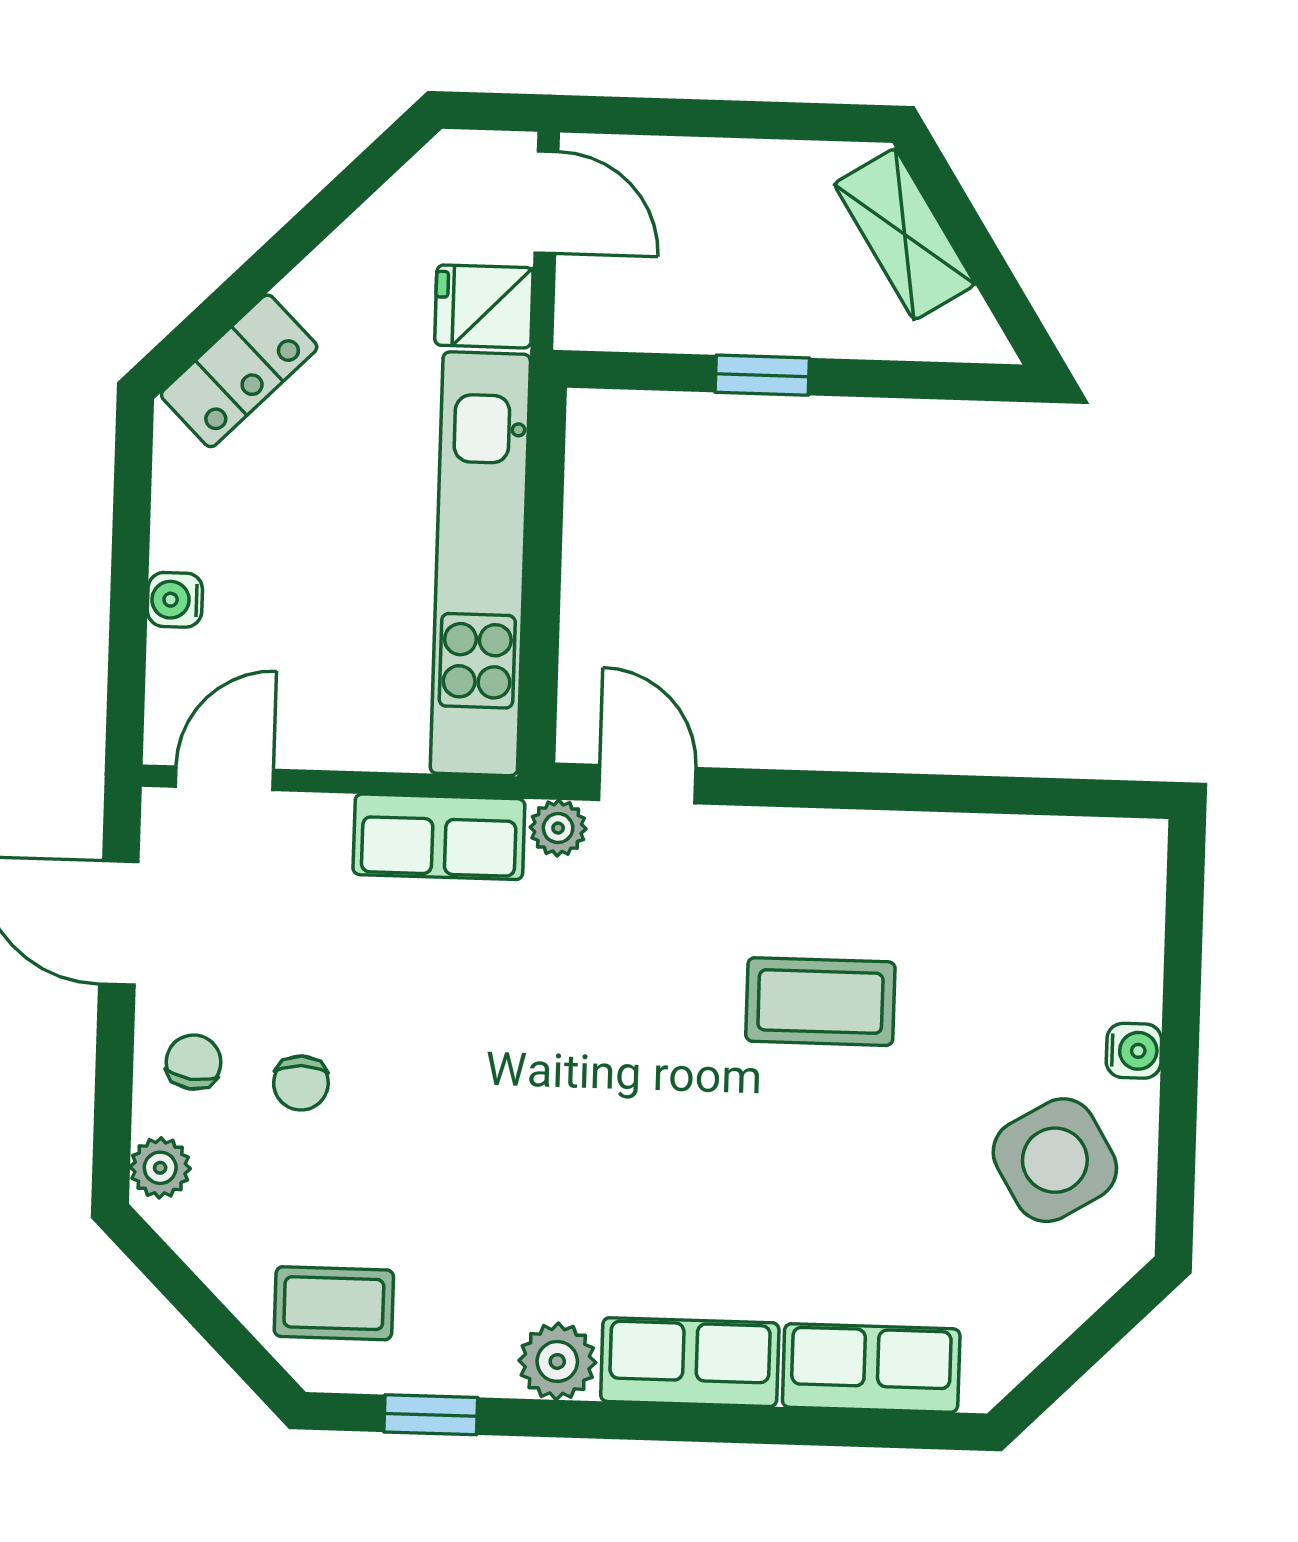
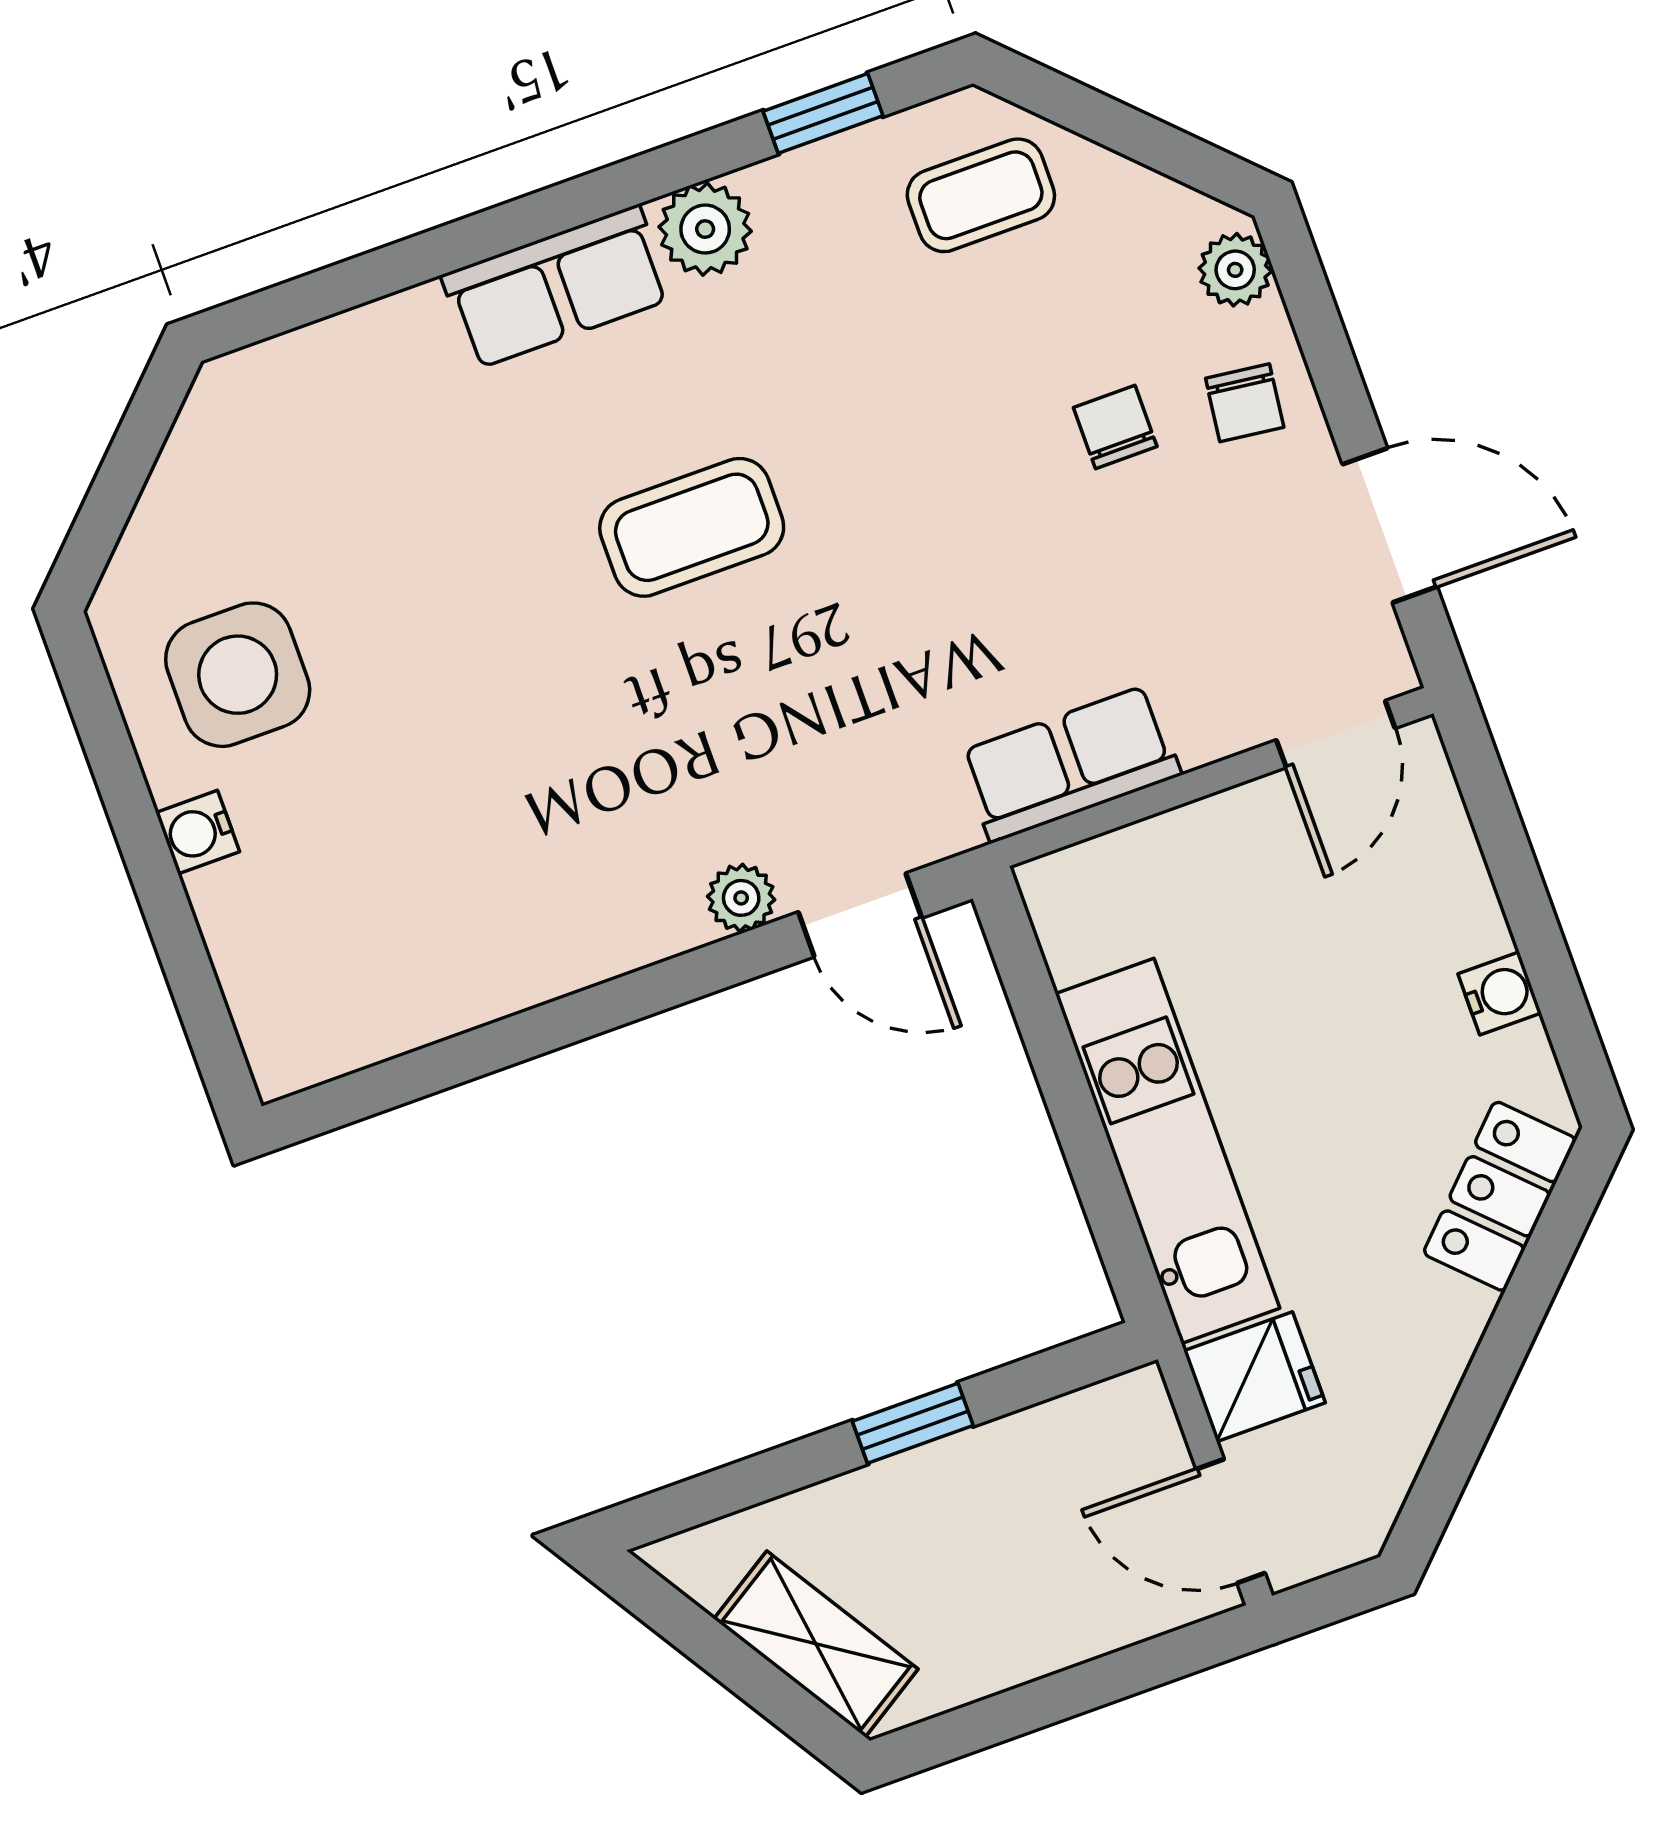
kitchen unit: (480, 564) -> (1168, 1151), width x0.73
water cooler: (175, 600) -> (1500, 993), moved
plant: (558, 828) -> (741, 898), moved
coffee table: (820, 1002) -> (692, 527), moved
side table: (1055, 1160) -> (238, 675), turned 31
row of seats: (871, 1368) -> (351, 361), removed

